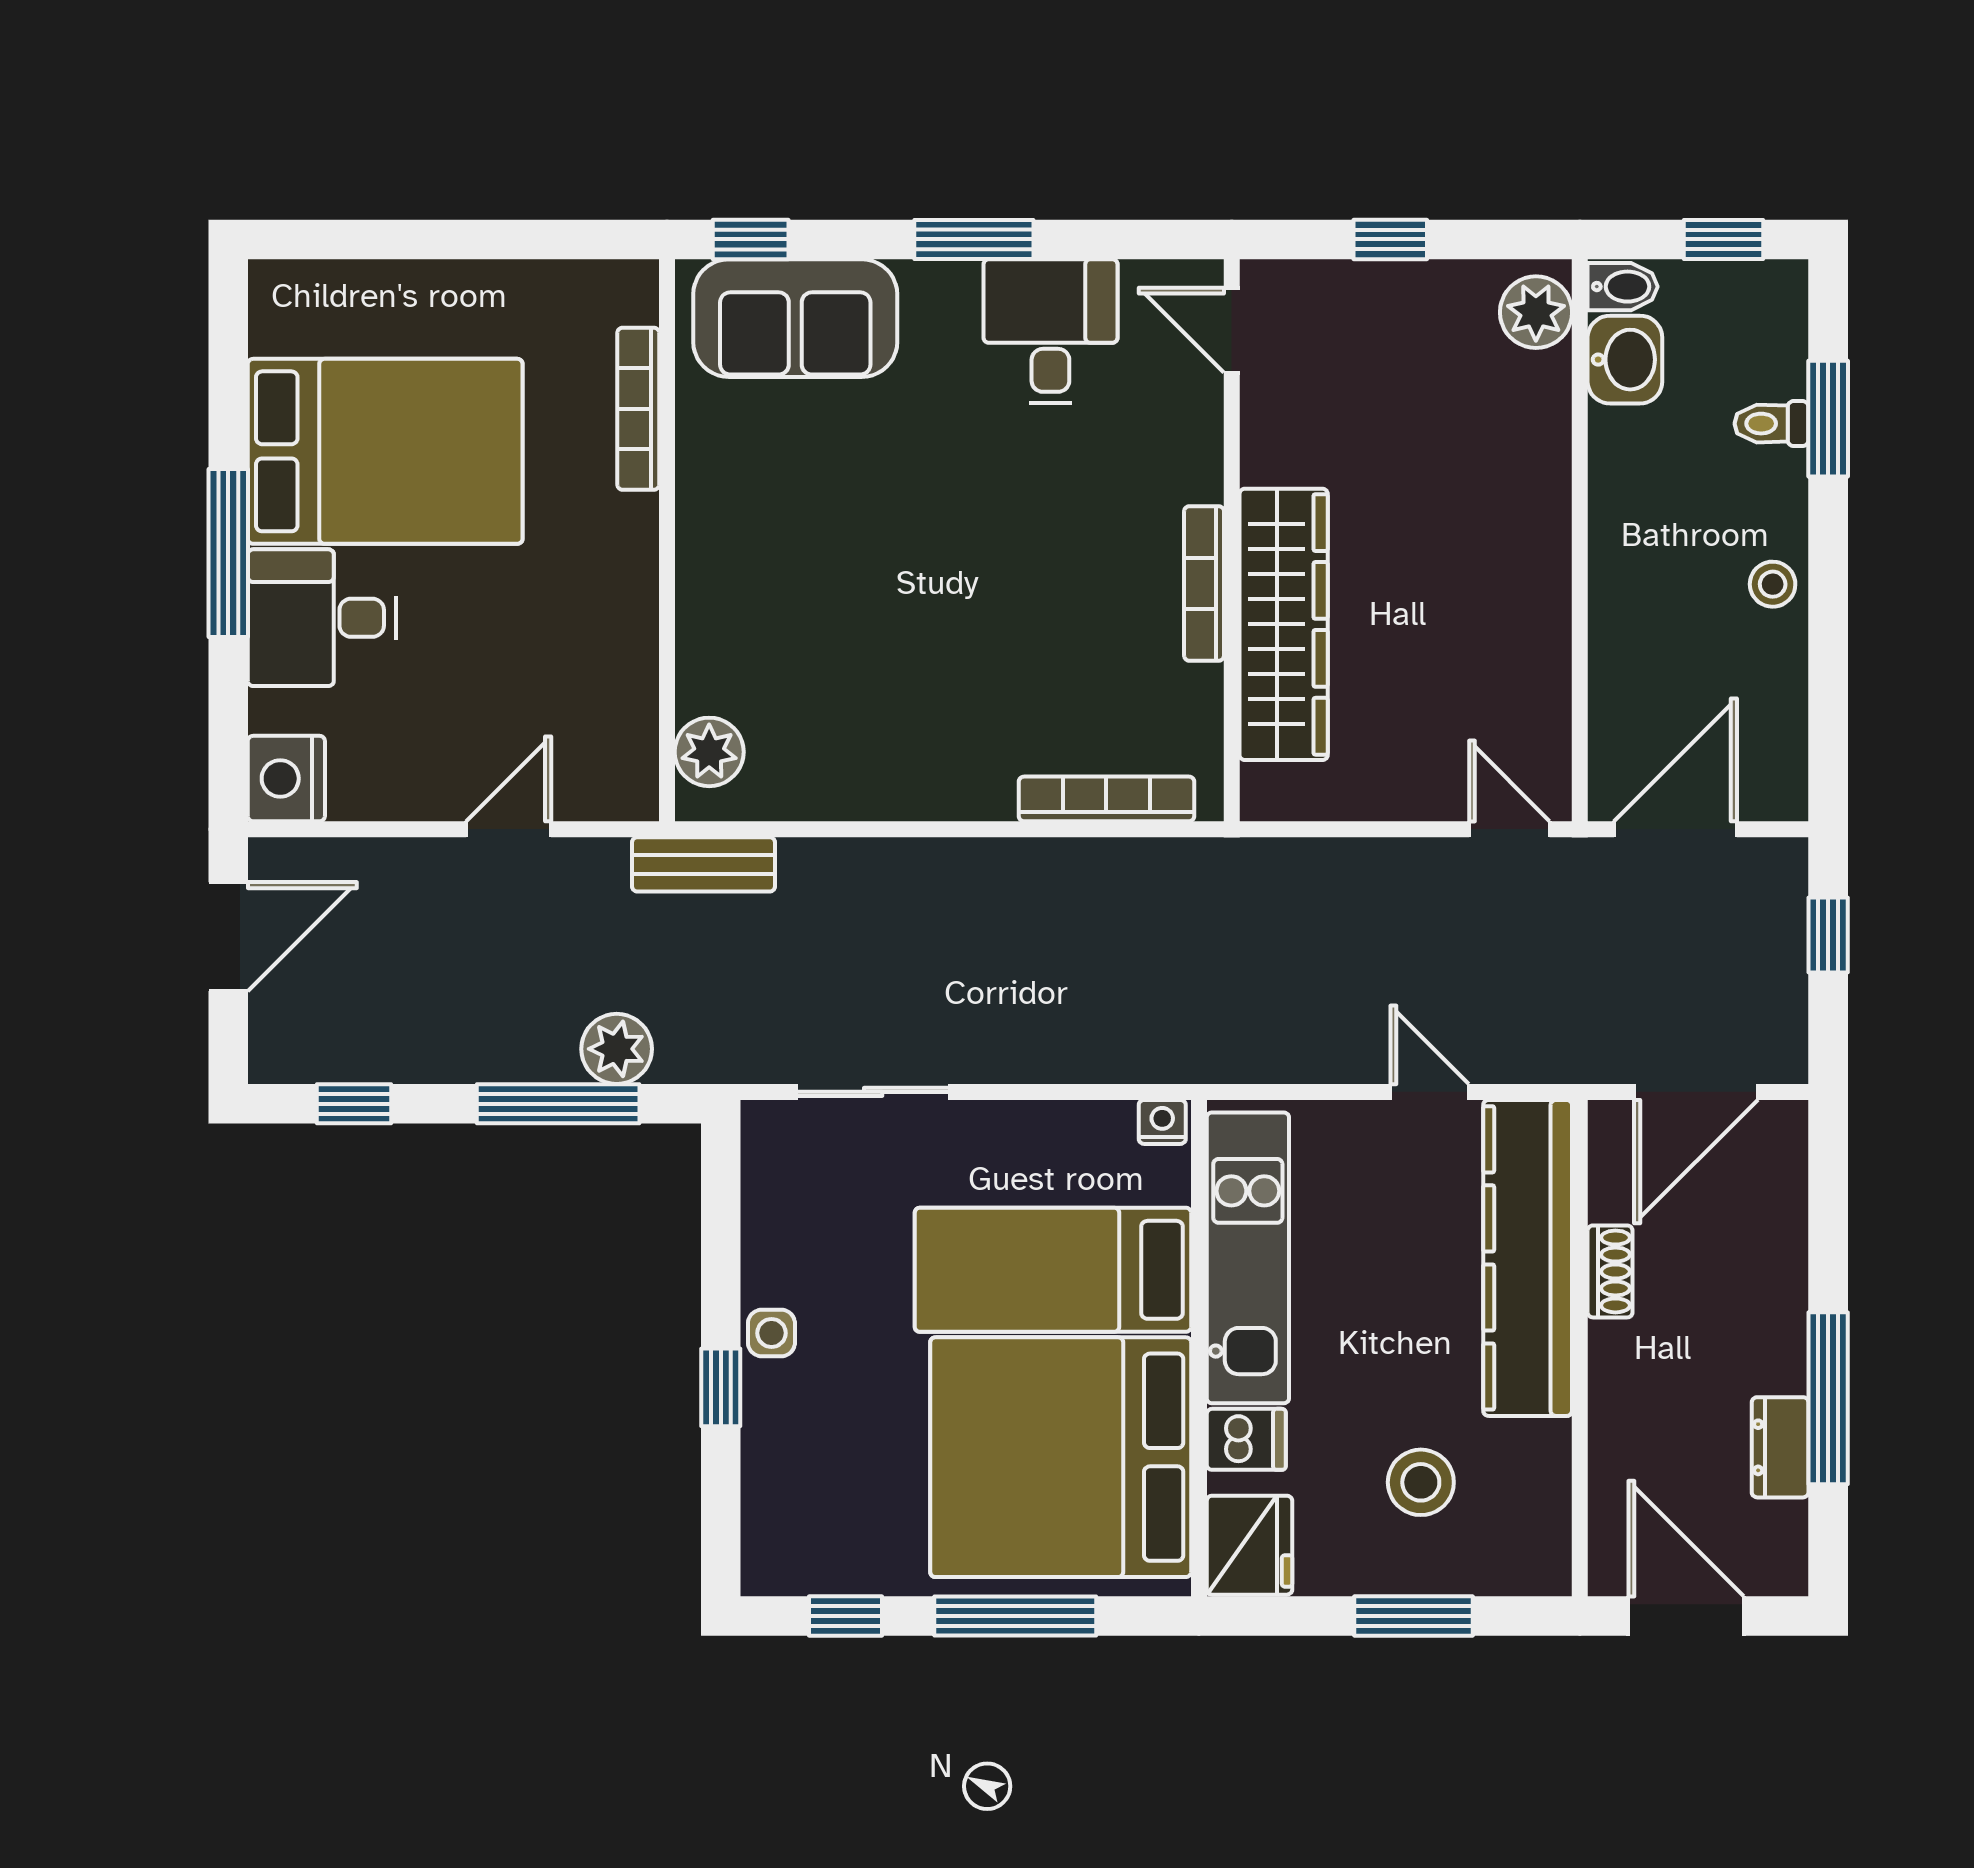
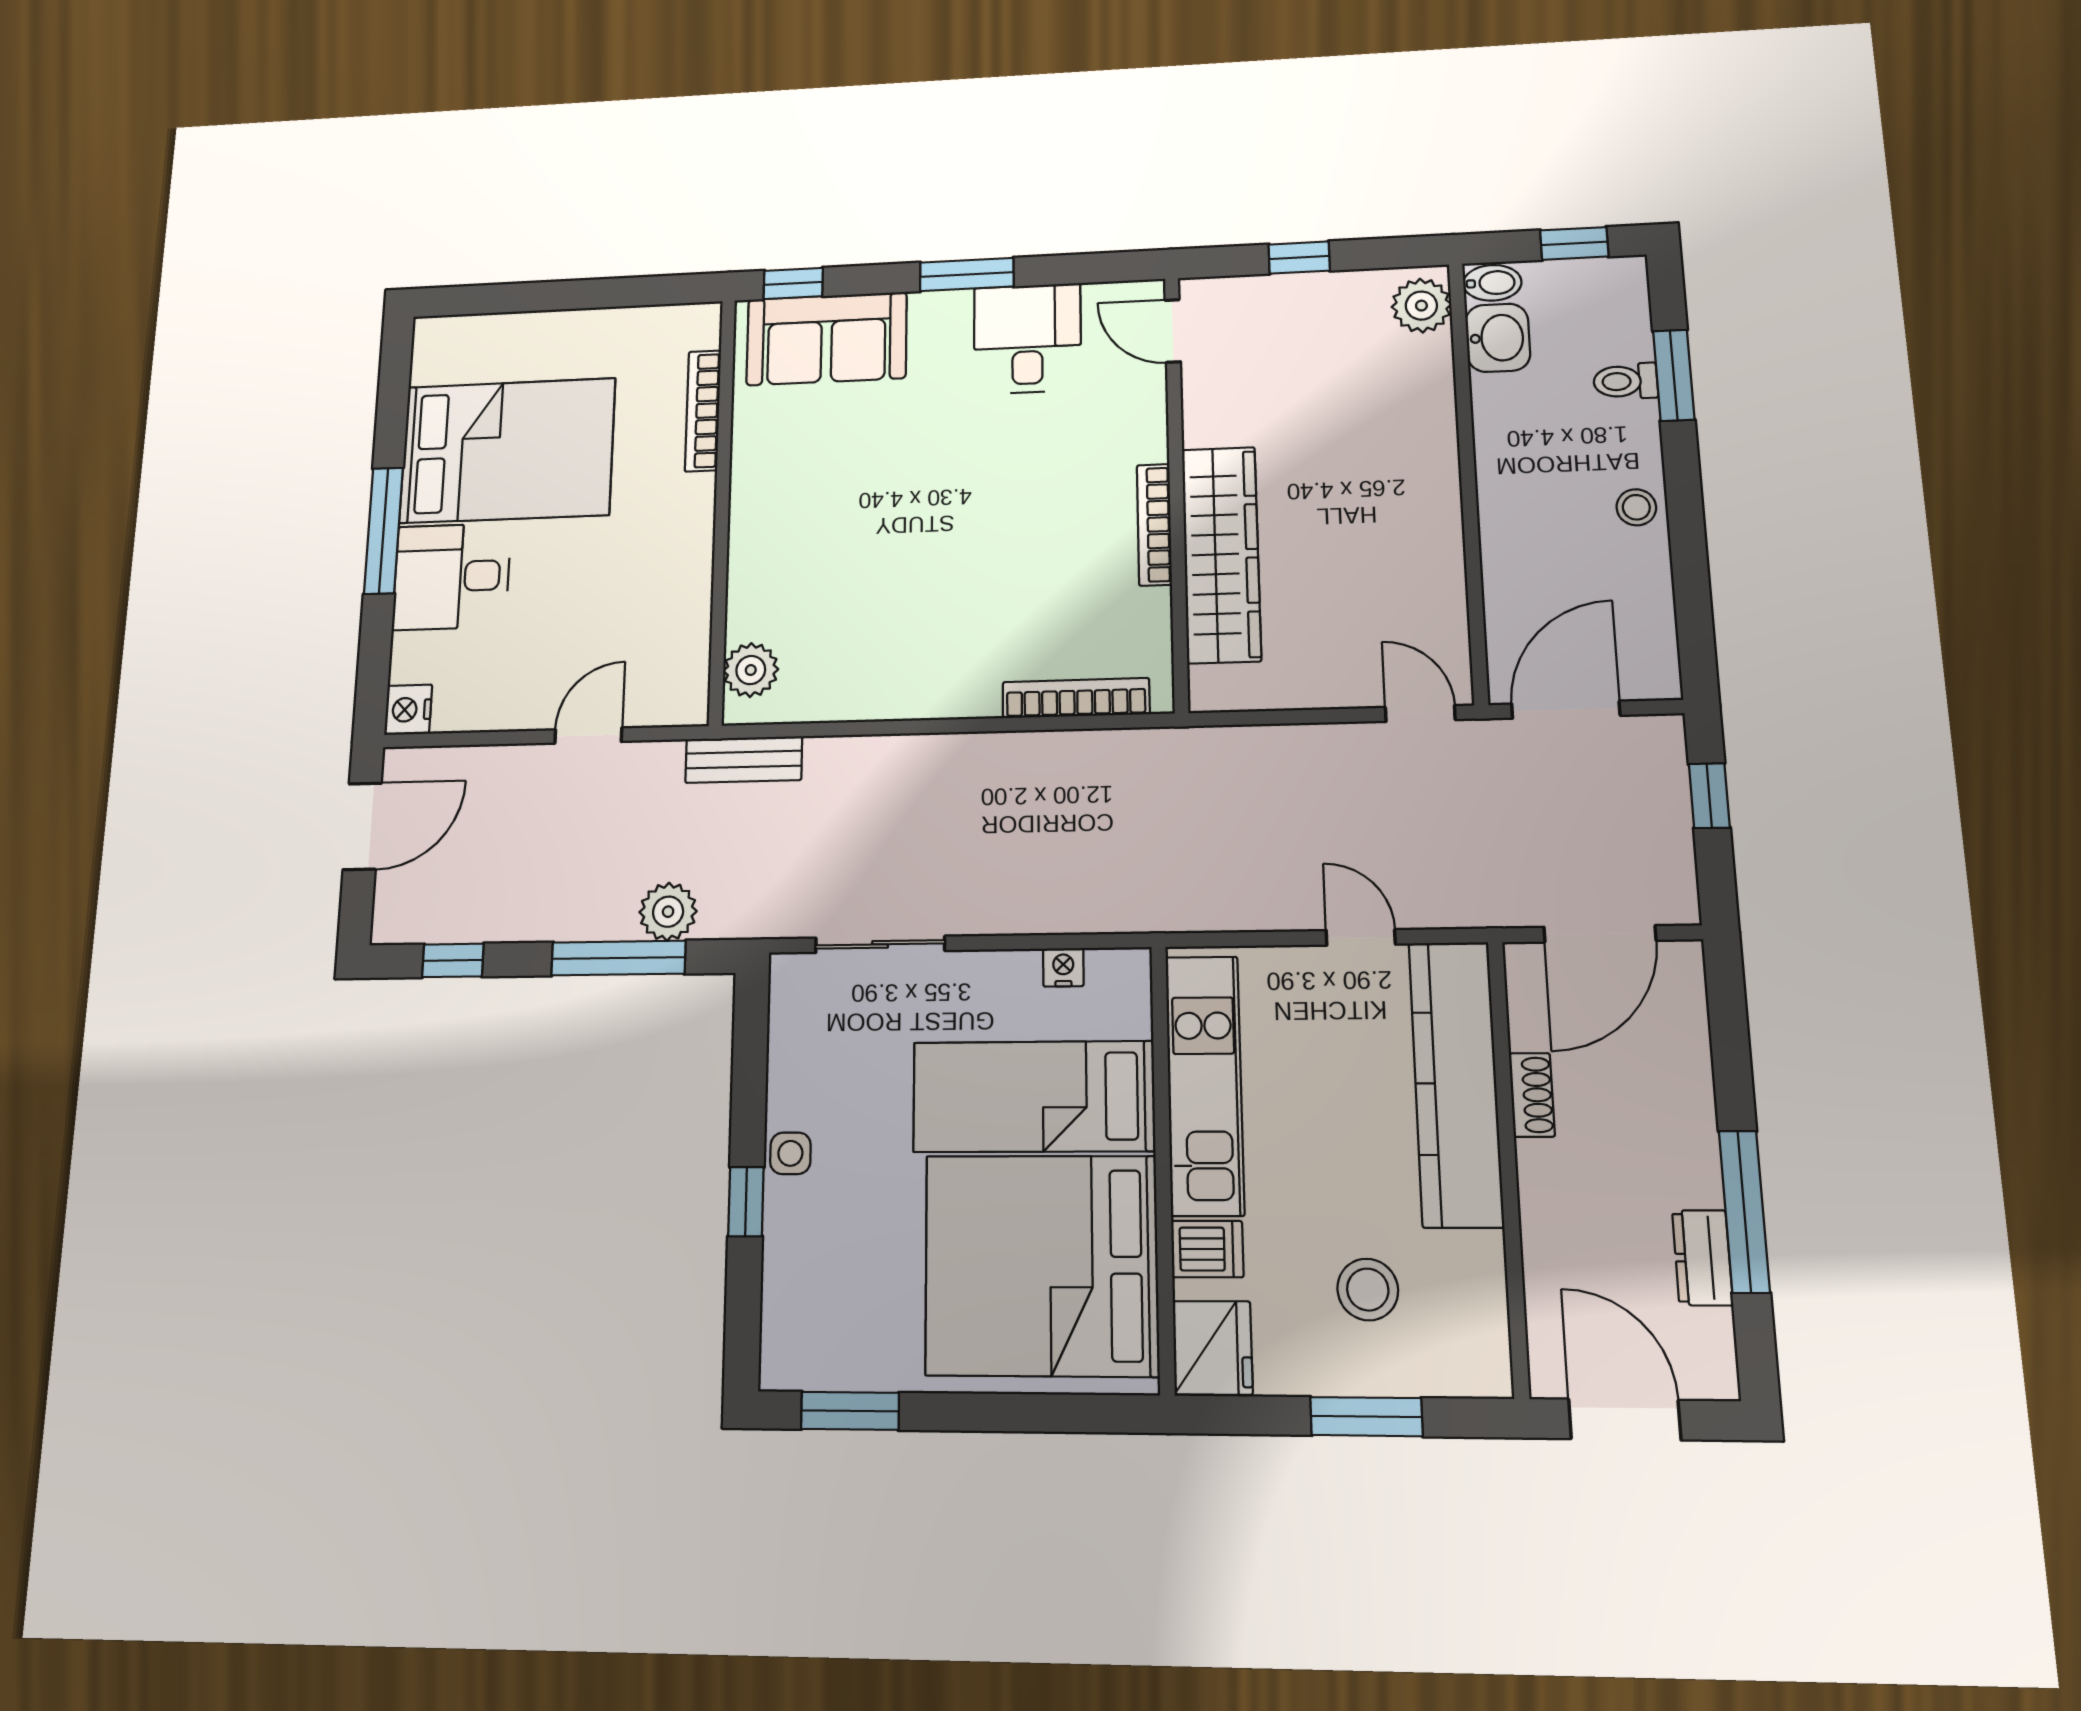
nightstand: (286, 779) -> (408, 710), width x0.74, depth x0.75
nightstand: (1162, 1122) -> (1063, 967), moved
window: (846, 1616) -> (850, 1411), width x1.50
window: (1015, 1616) -> (1001, 1413), removed

